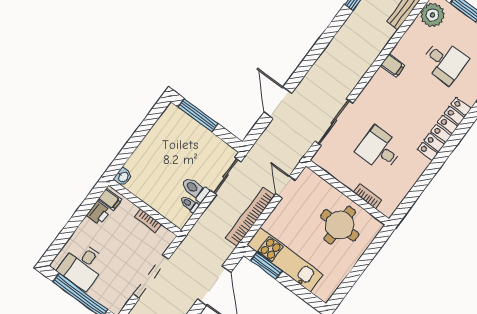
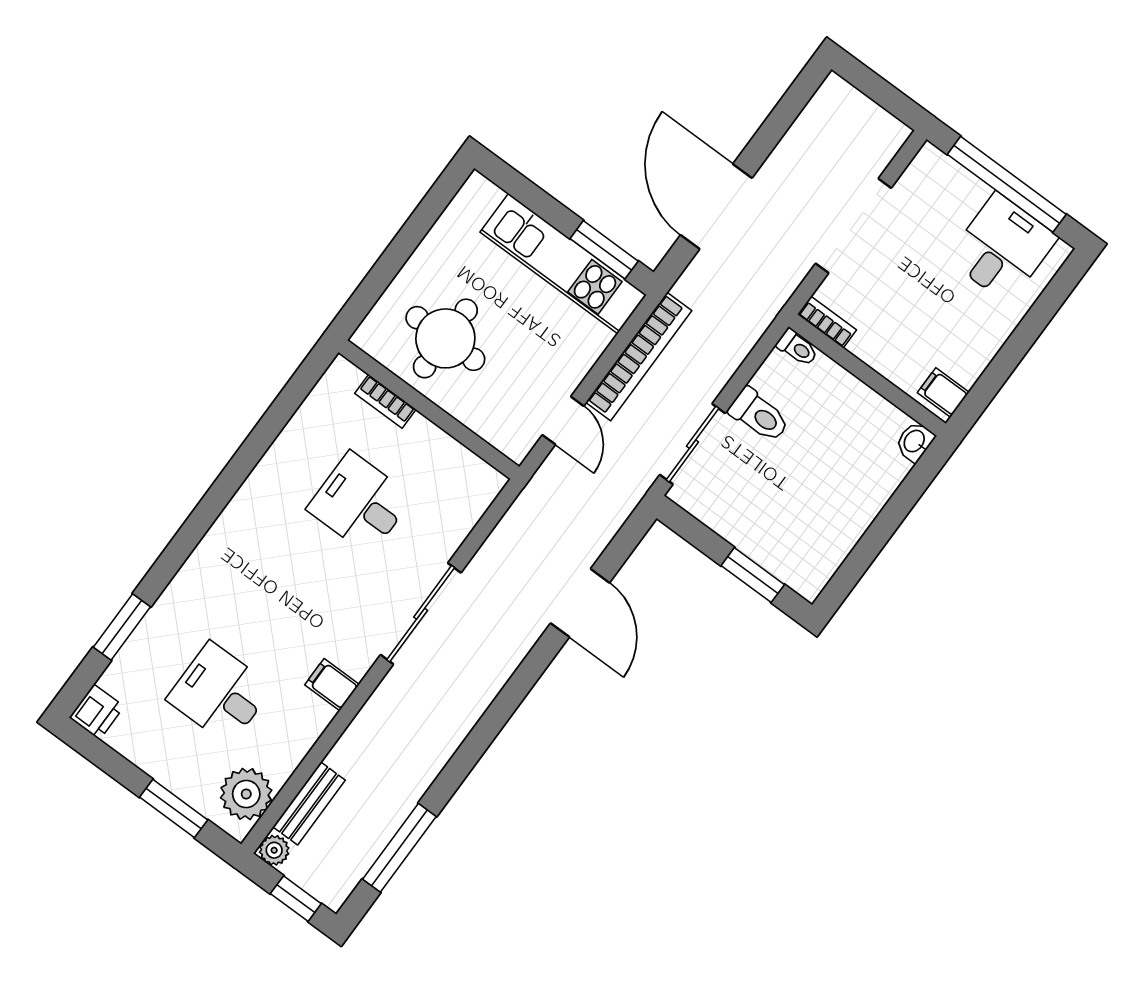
window: (198, 115) -> (753, 575), width x0.69
sliding door: (334, 122) -> (421, 614), moved
locker: (444, 129) -> (220, 547), removed
desk: (379, 149) -> (360, 503), turned 180
toilet: (189, 204) -> (797, 348), moved
printer: (98, 213) -> (968, 363), removed
bookcase: (148, 221) -> (827, 322), moved

